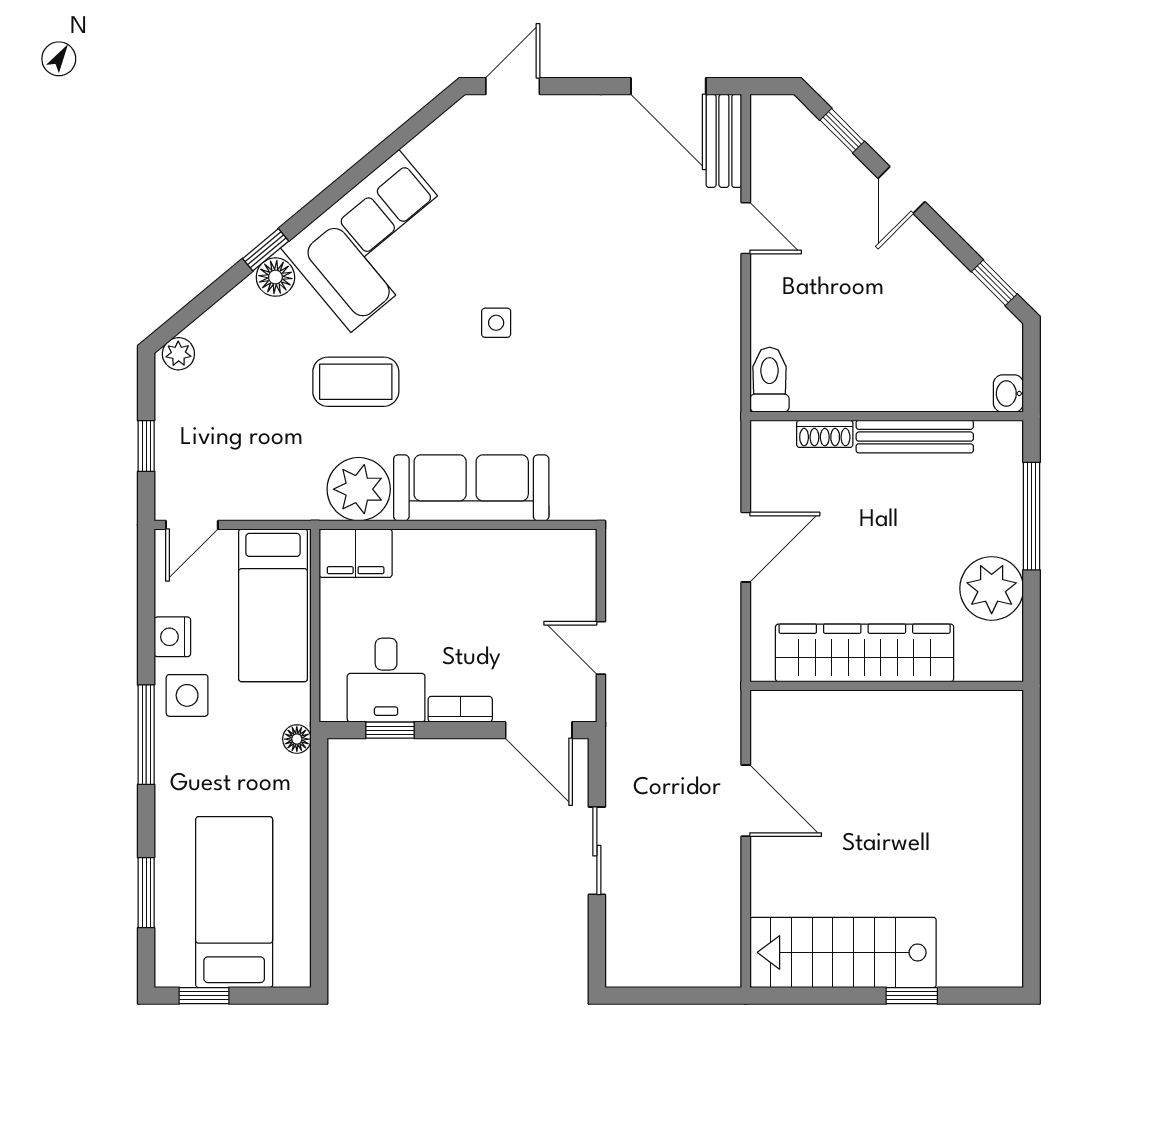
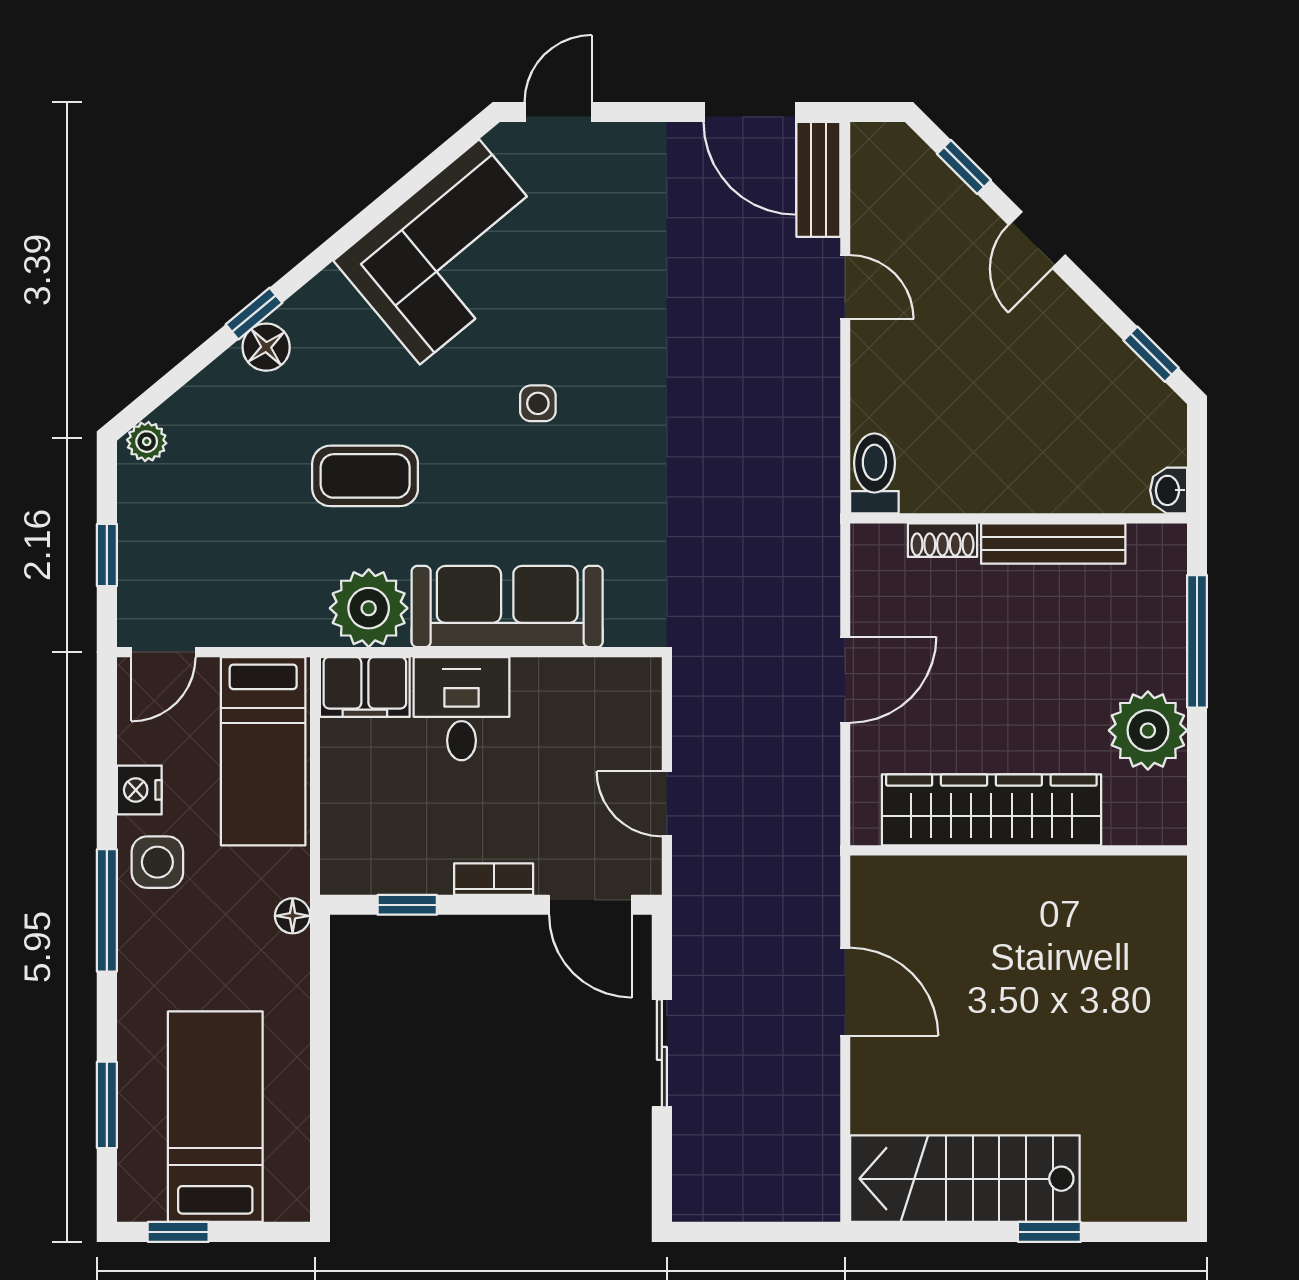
corner sofa: (375, 241) -> (449, 252), moved
desk: (386, 680) -> (462, 709), moved, turned 180

